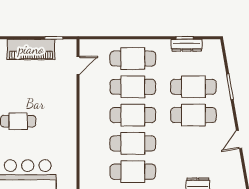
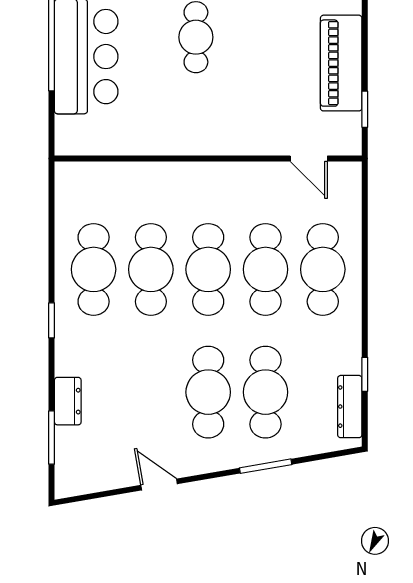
dresser: (187, 45) -> (350, 407), moved

